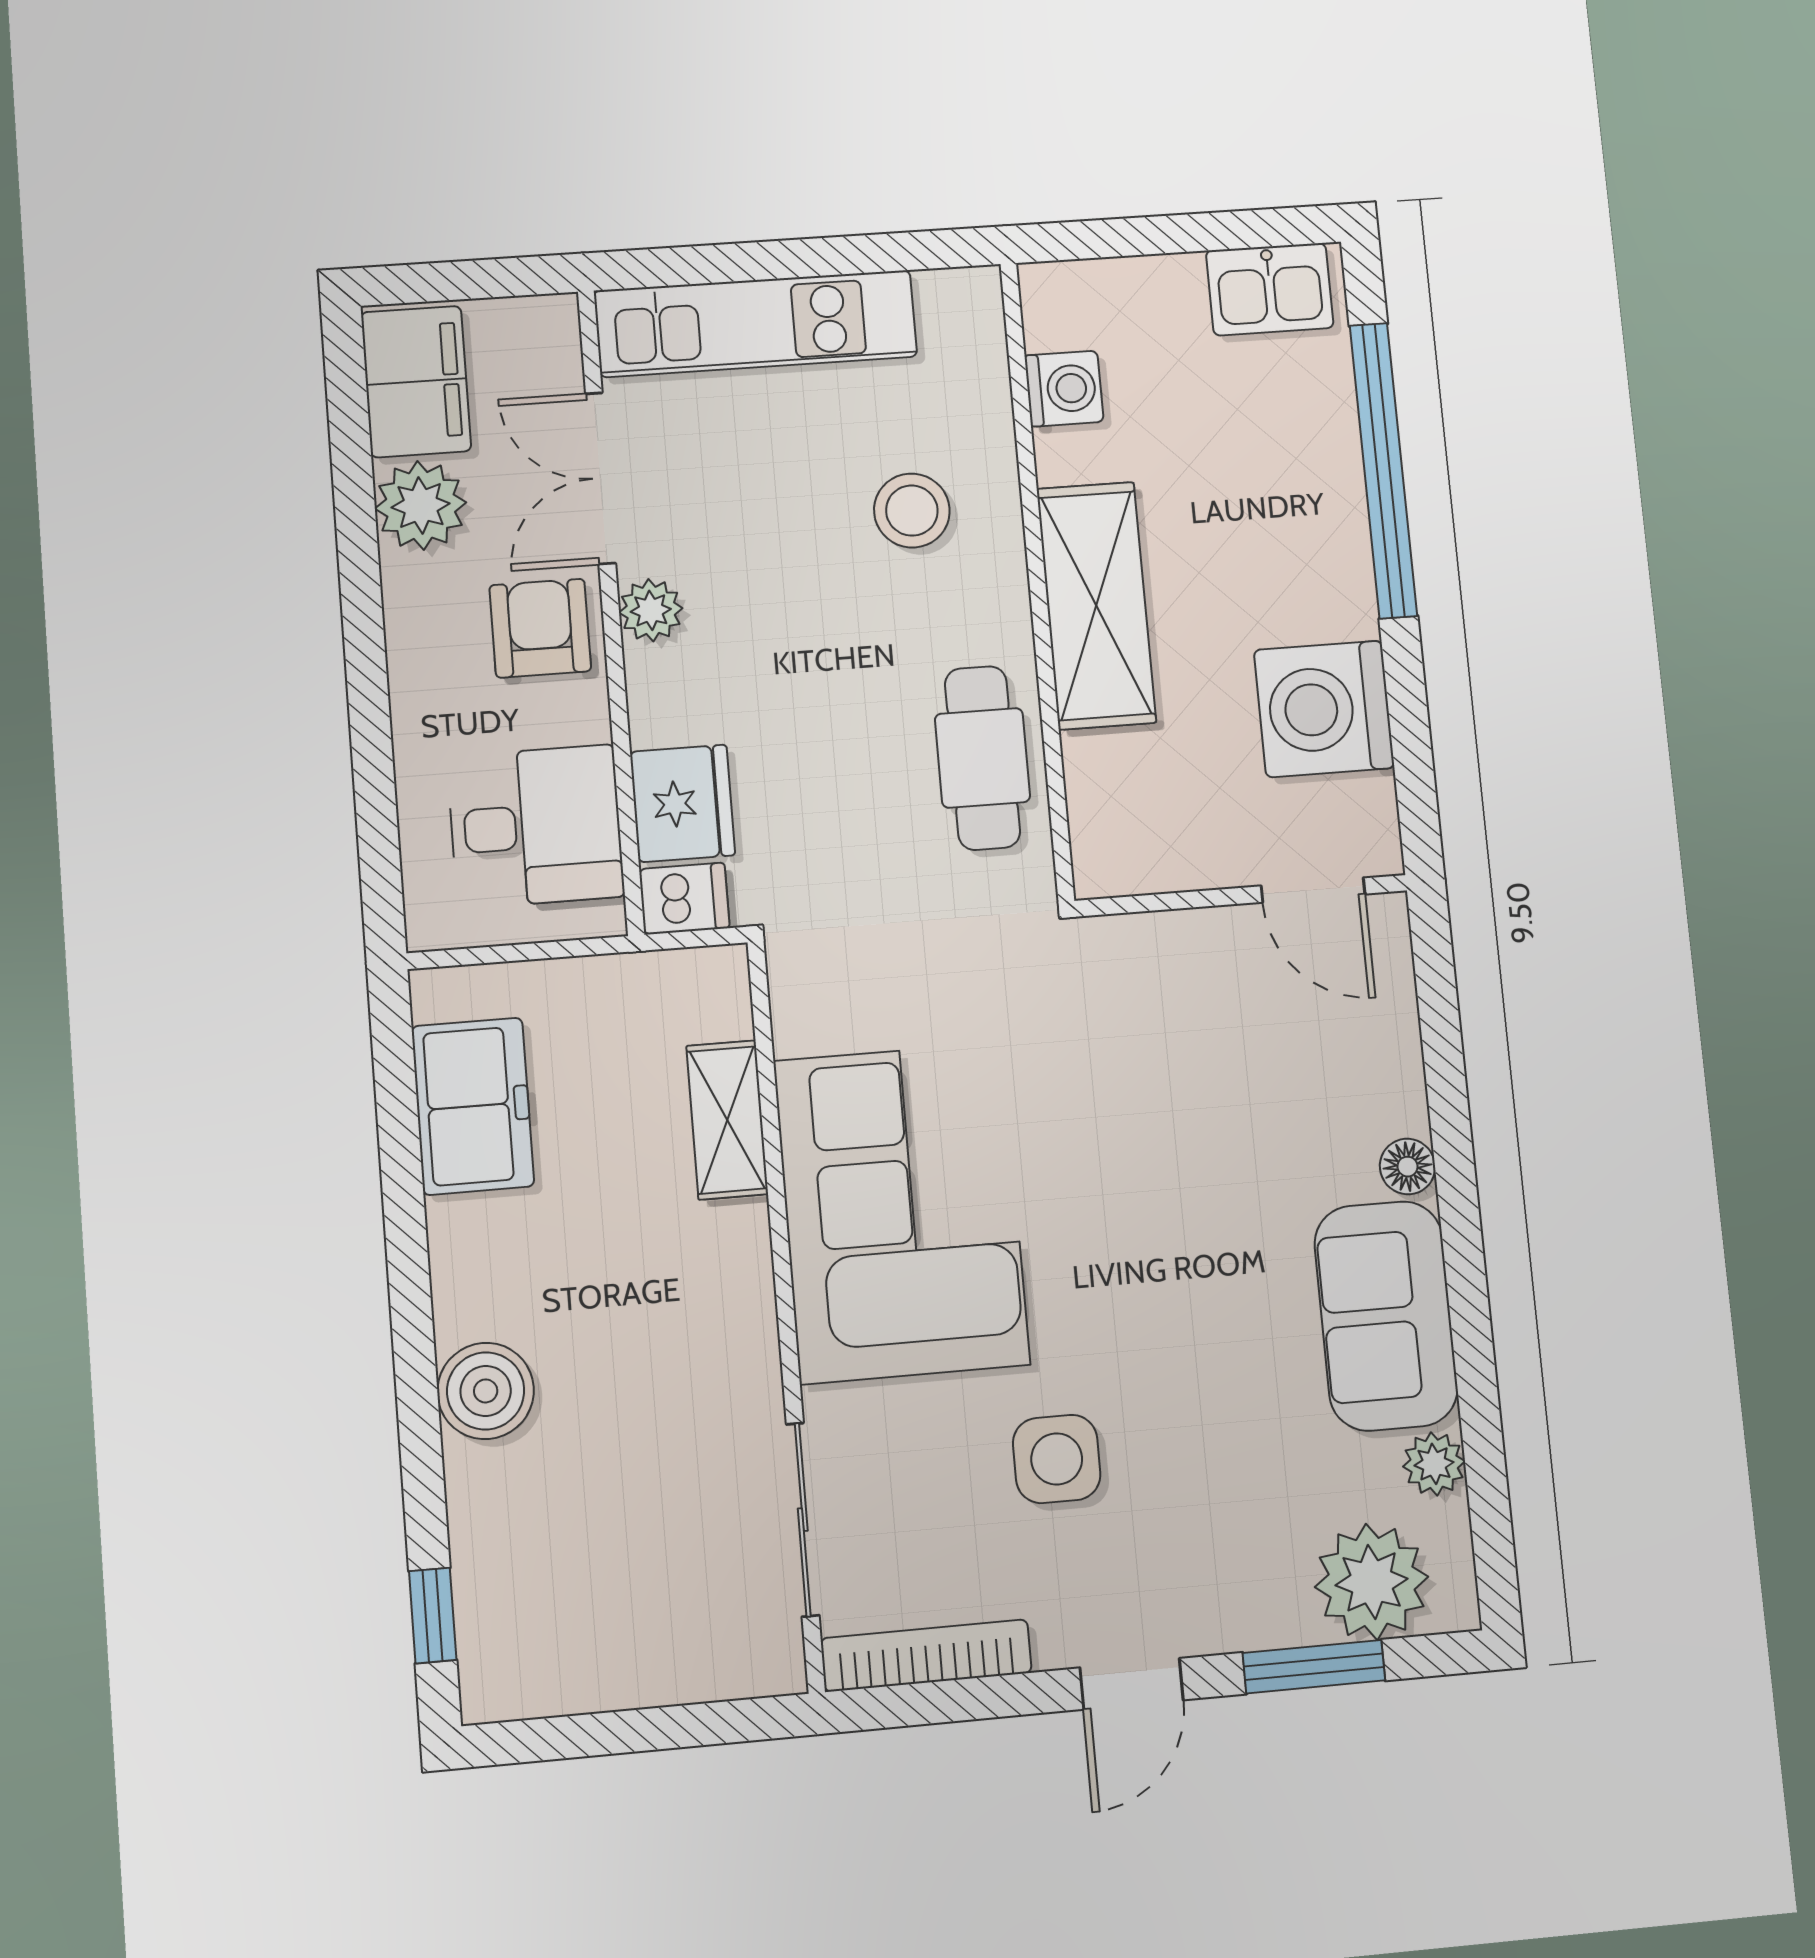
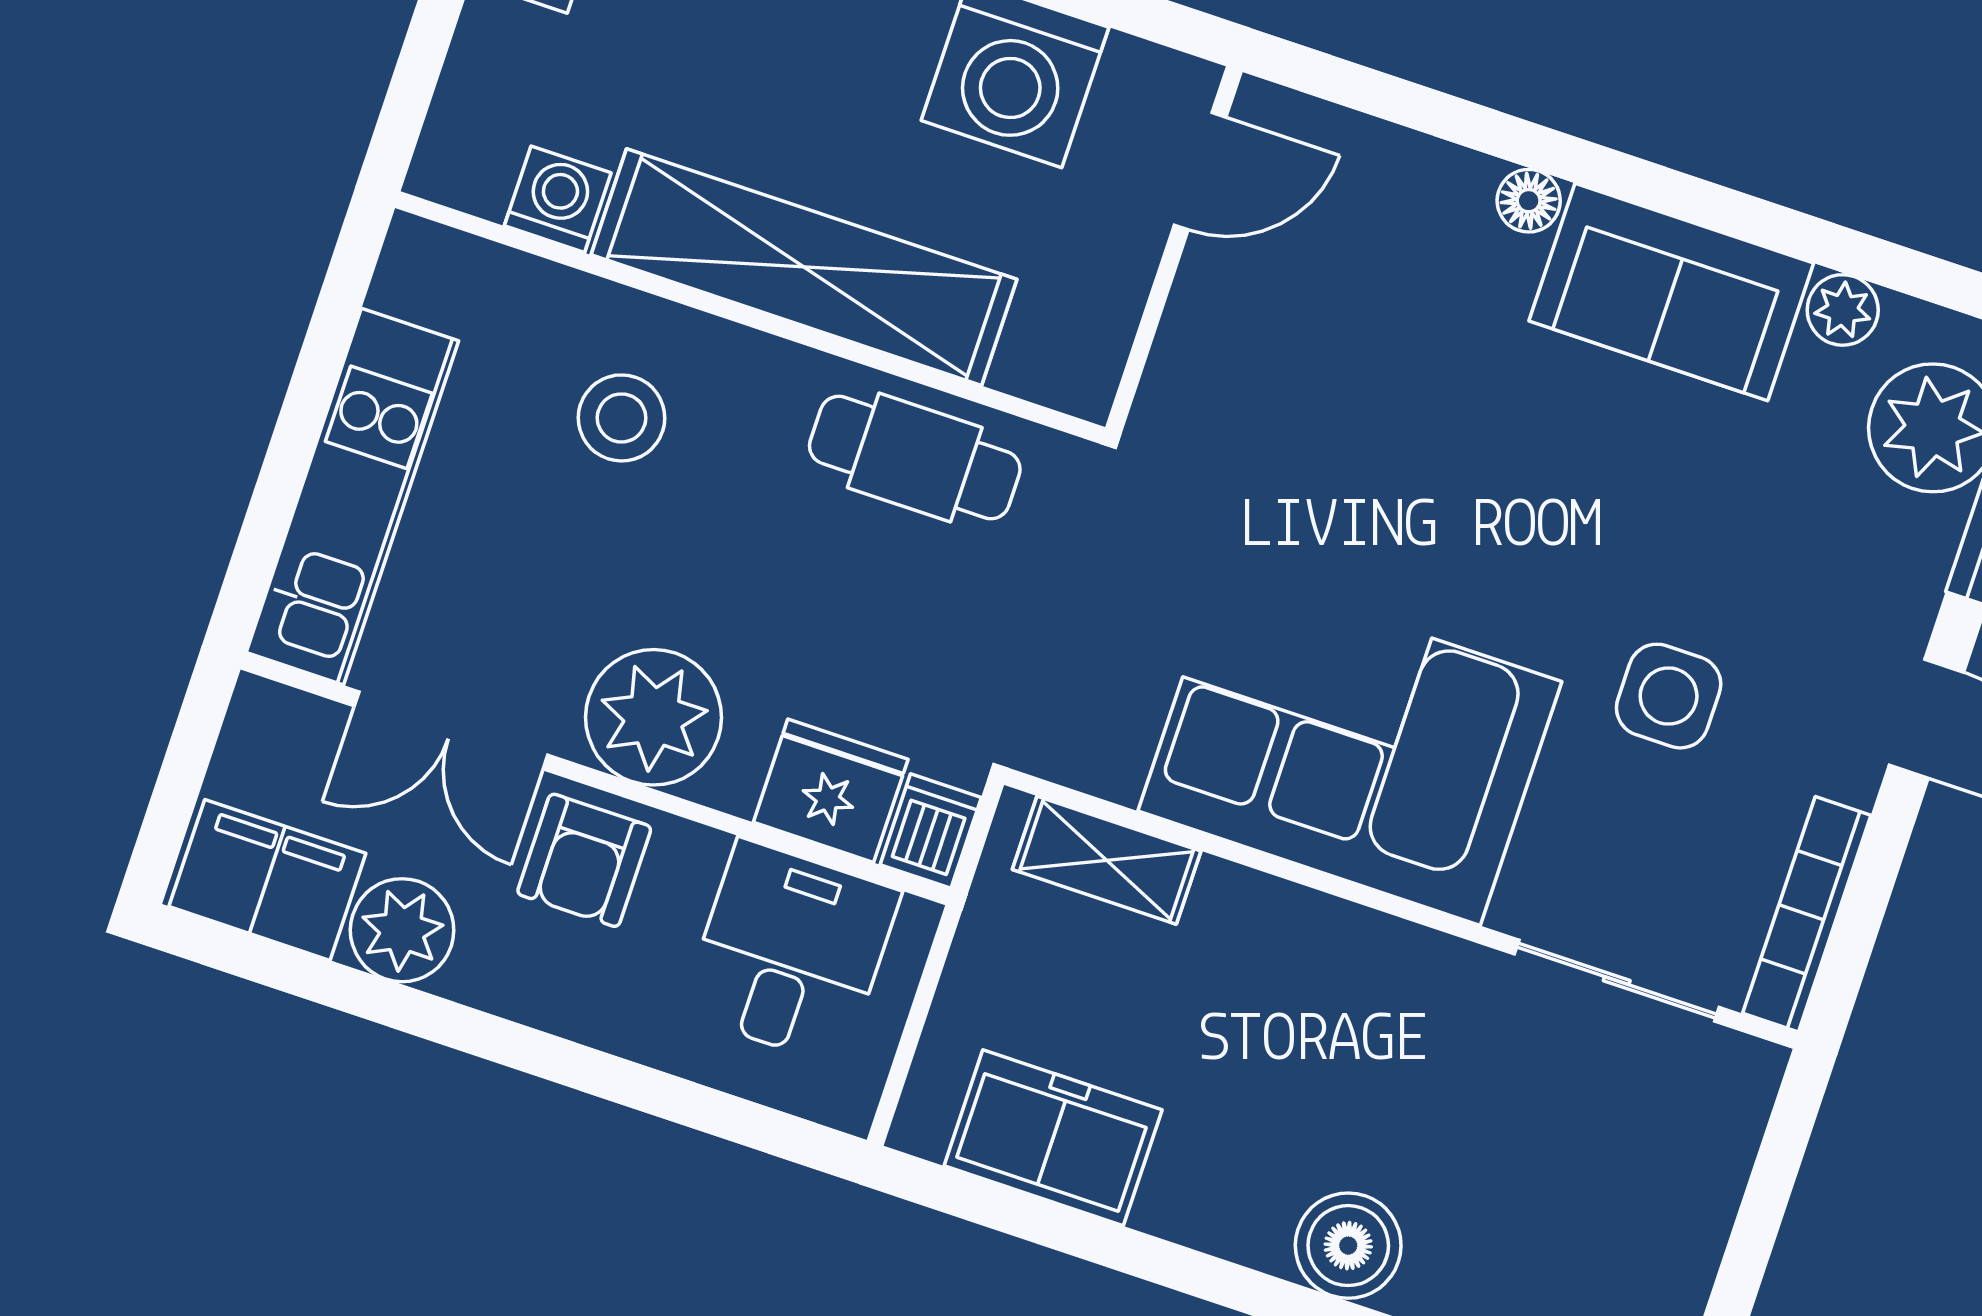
shelving: (1096, 606) -> (804, 267), width x1.47
plant: (651, 610) -> (654, 717), width x1.88, depth x1.88
armchair: (540, 628) -> (584, 860), turned -90
shelving: (727, 1120) -> (1107, 860), moved

